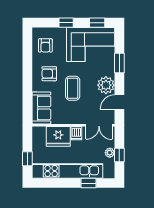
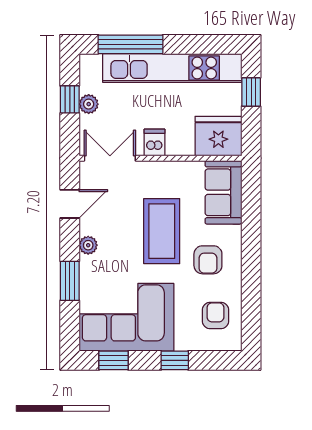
armchair: (49, 74) -> (208, 260), turned 90
plant: (106, 85) -> (88, 245), width x0.53, depth x0.53
coffee table: (73, 88) -> (162, 231), width x1.36, depth x1.32
fridge: (58, 136) -> (218, 136), moved
window: (88, 183) -> (131, 44), width x2.17

